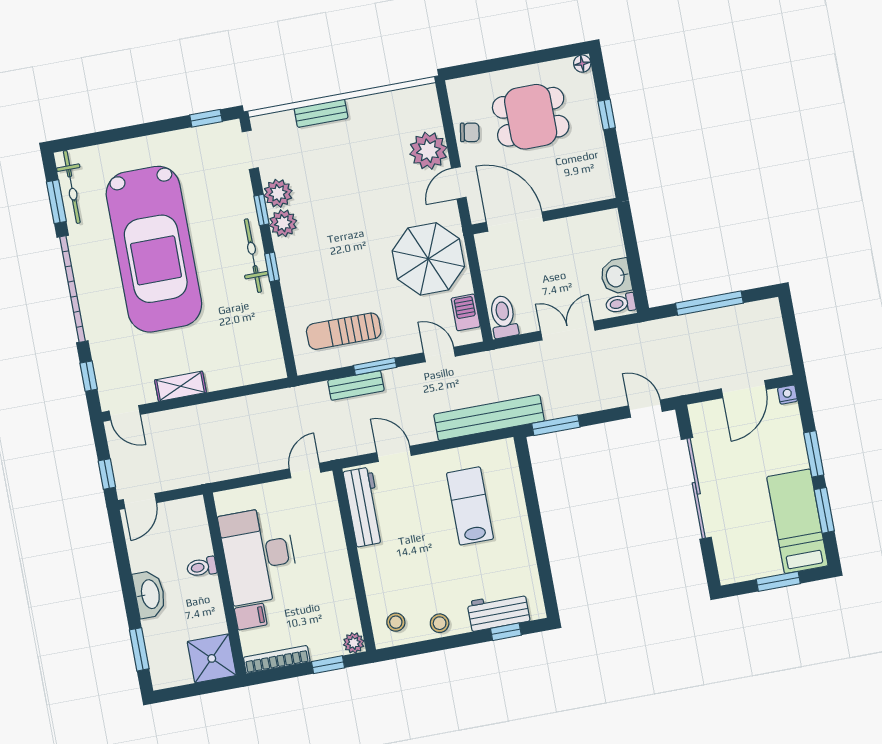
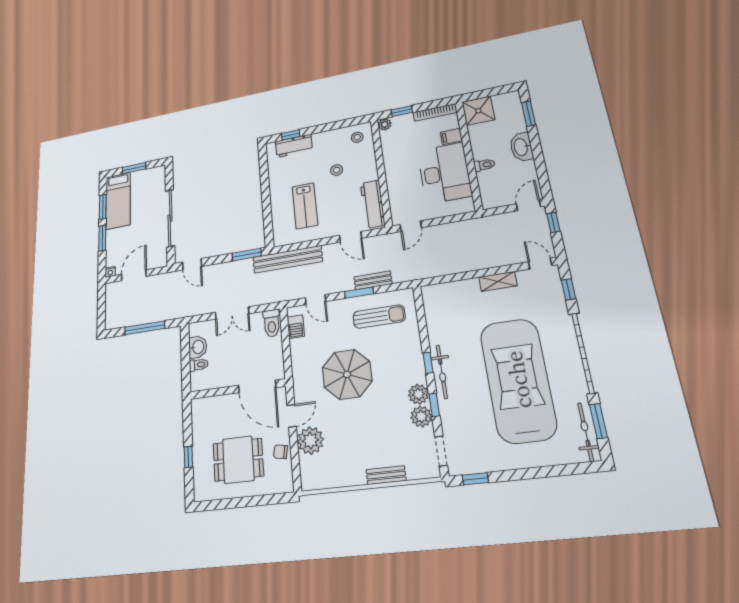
floor lamp: (582, 64) -> (199, 495), removed
parasol: (428, 259) -> (347, 374), moved
toilet: (621, 303) -> (199, 365), moved
stool: (440, 623) -> (337, 170), moved

